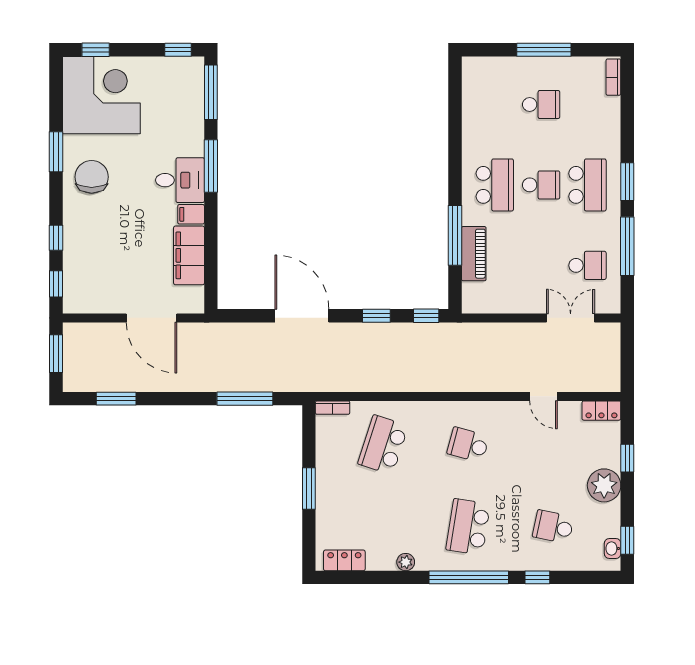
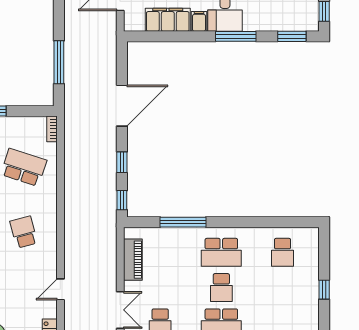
window: (544, 50) -> (324, 290), width x0.46
window: (211, 92) -> (292, 36), width x0.69
school desk: (541, 104) -> (283, 252), moved
piano: (474, 254) -> (133, 260), moved, turned -90
school desk: (468, 445) -> (24, 232), turned -30

